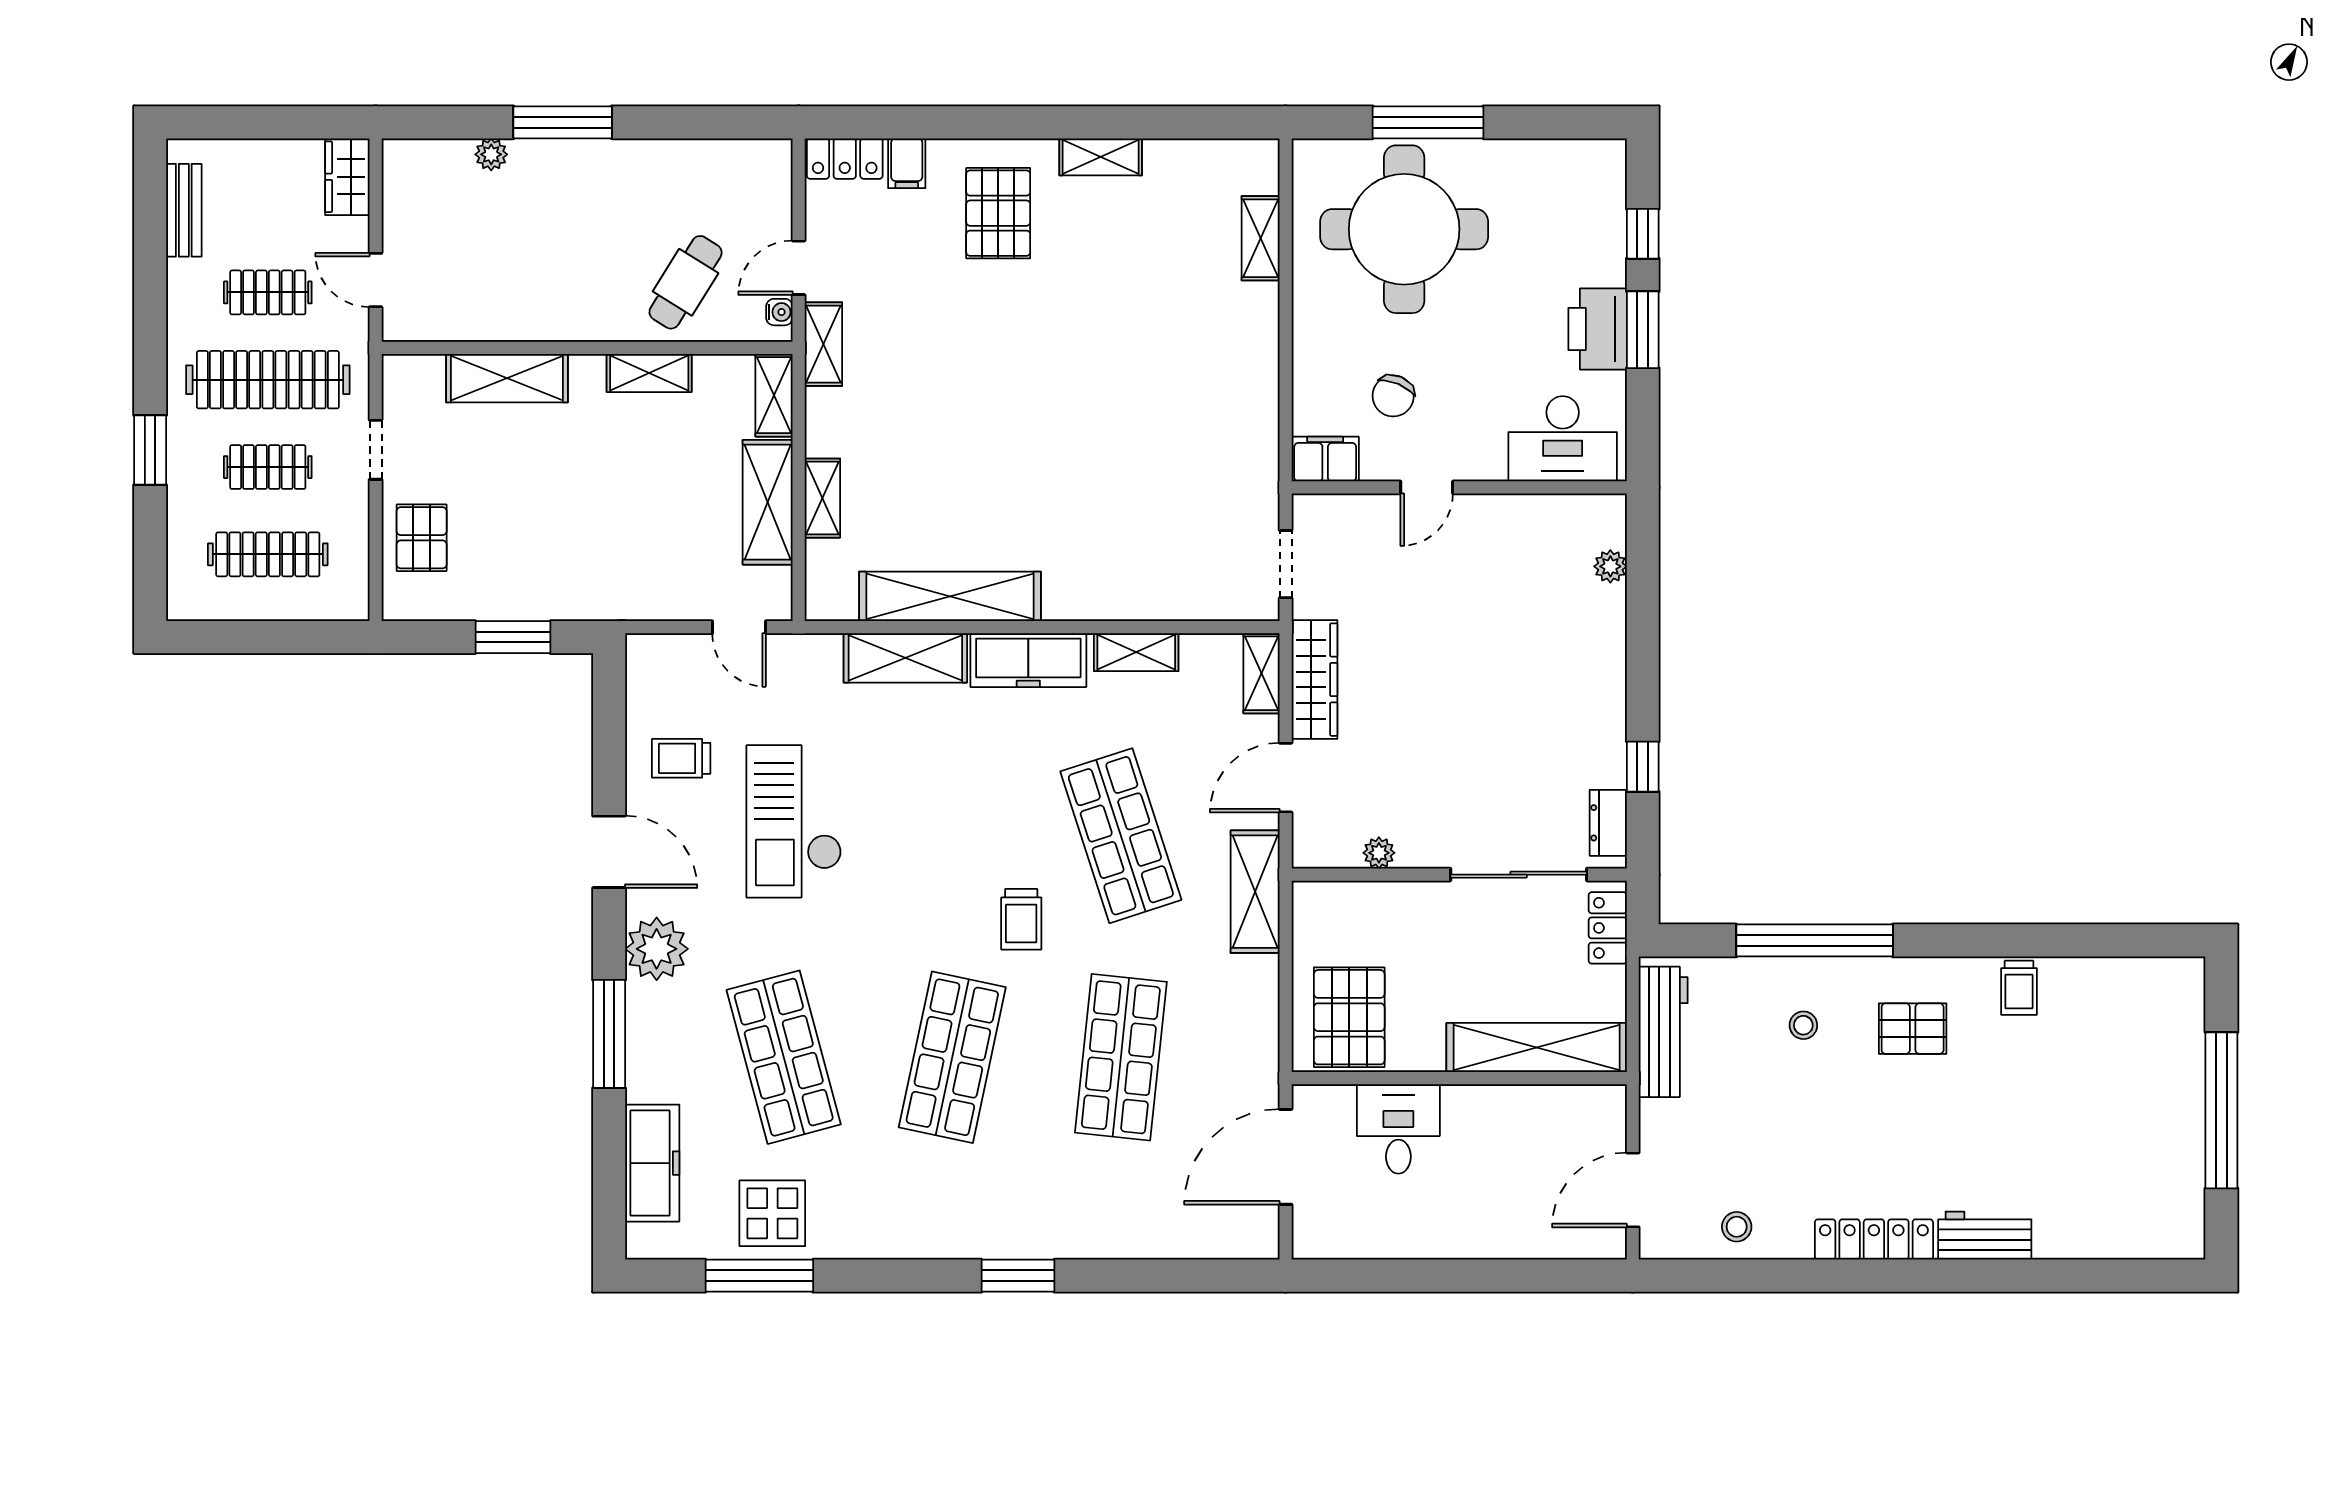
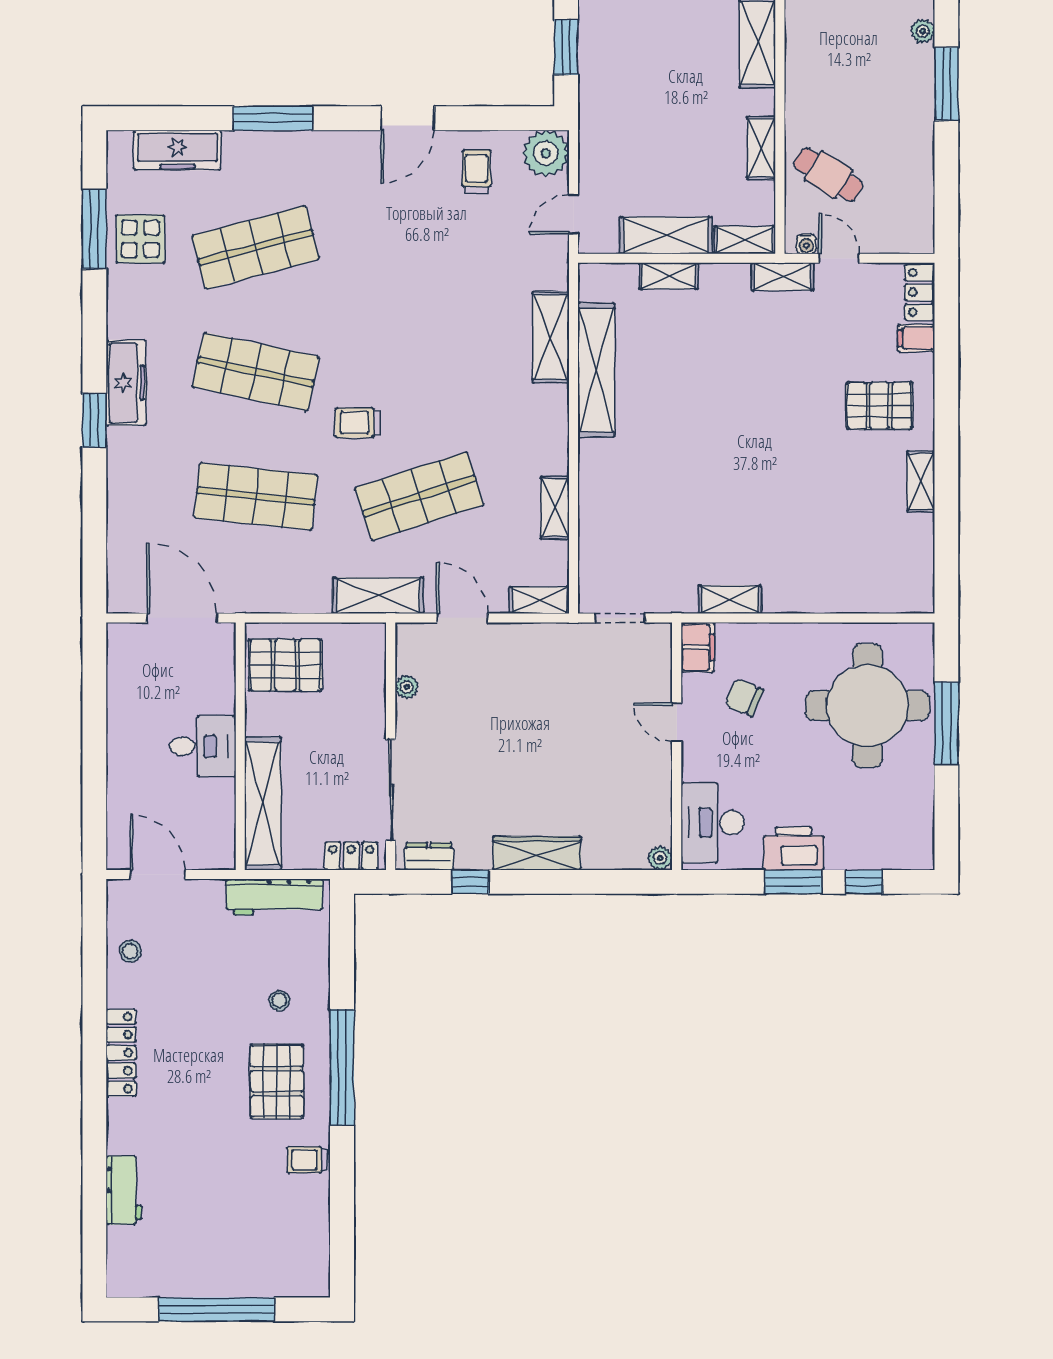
shelving: (1261, 238) -> (730, 600), moved
plant: (1610, 566) -> (660, 858), moved
freezer: (1028, 660) -> (126, 383), moved, turned 180
wardrobe: (1314, 680) -> (537, 853), moved, turned 180
checkout: (794, 821) -> (430, 255), removed
window: (1815, 940) -> (342, 1068), moved
plant: (657, 949) -> (546, 153), moved
pallet: (1913, 1029) -> (277, 1081), width x1.50, depth x1.42
desk: (1398, 1129) -> (203, 746), moved
workbench: (1985, 1236) -> (124, 1190), moved

